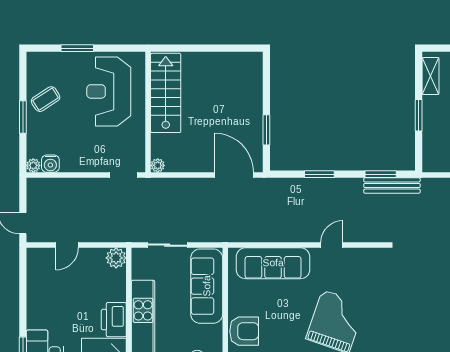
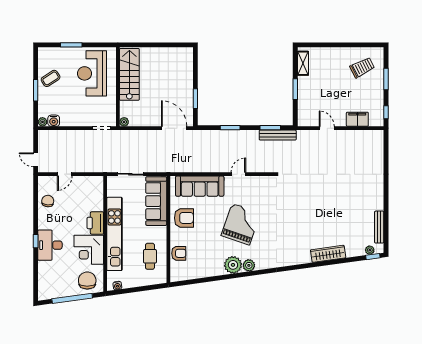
plant: (116, 258) -> (97, 183), removed
chair: (41, 286) -> (48, 201), added
armchair: (244, 331) -> (184, 218), moved

